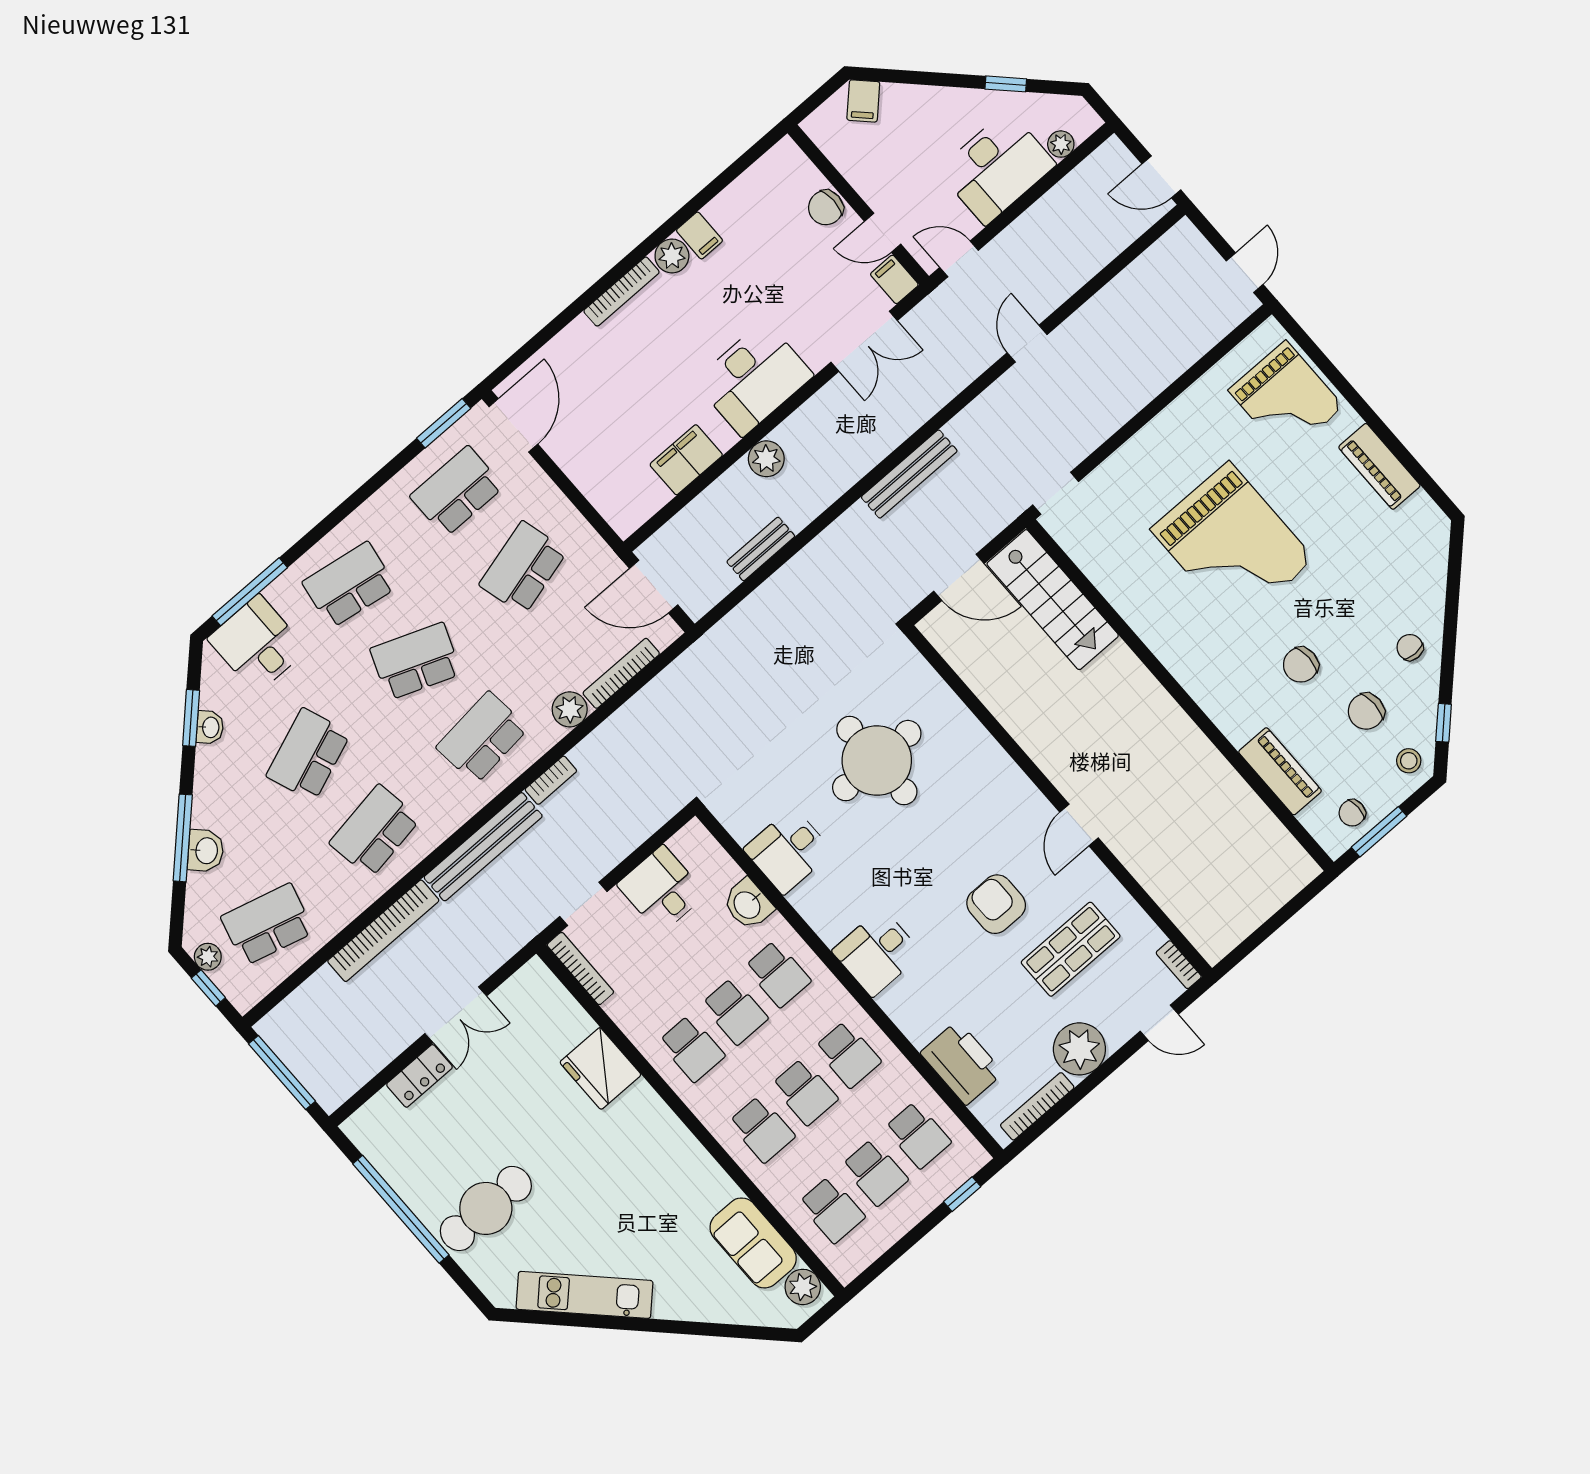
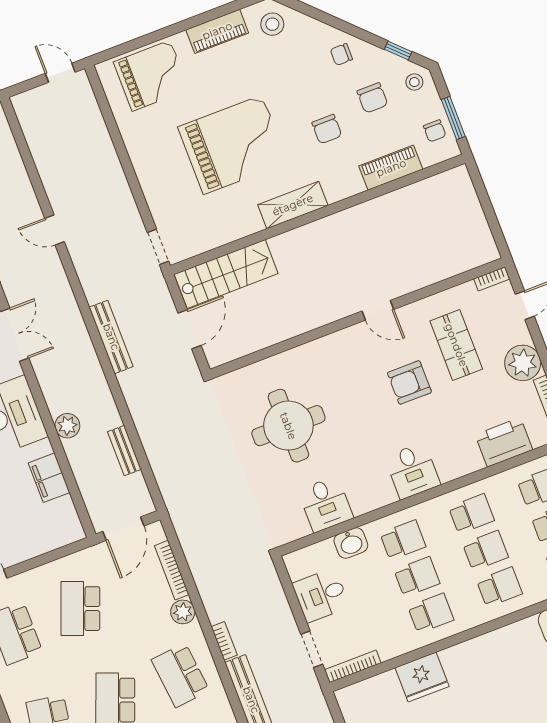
stool: (1417, 538) -> (272, 24), added
school desk: (523, 568) -> (80, 609), turned 36
shelving: (1180, 656) -> (293, 205), added

